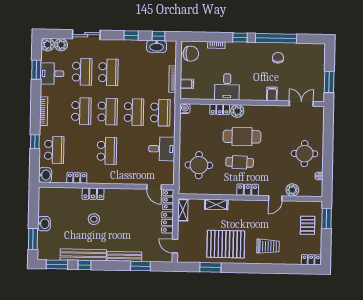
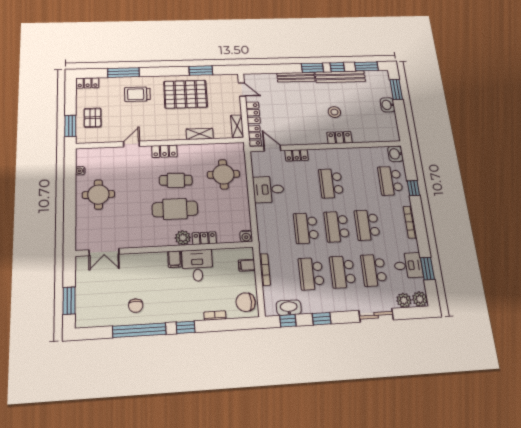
window: (329, 82) -> (69, 301), moved
filing cabinet: (272, 94) -> (175, 259), moved
school desk: (160, 113) -> (311, 274), moved
locker: (77, 178) -> (296, 155), moved
plant: (292, 190) -> (112, 154), removed
window: (140, 266) -> (312, 68), moved
window: (279, 269) -> (123, 73), added

